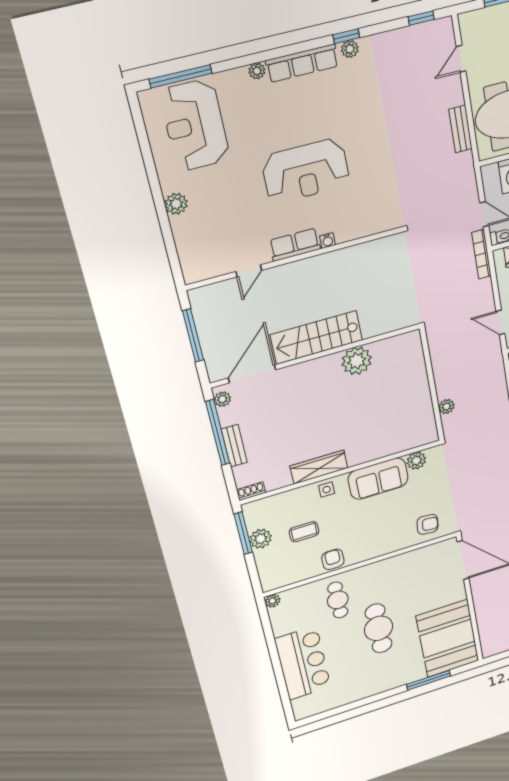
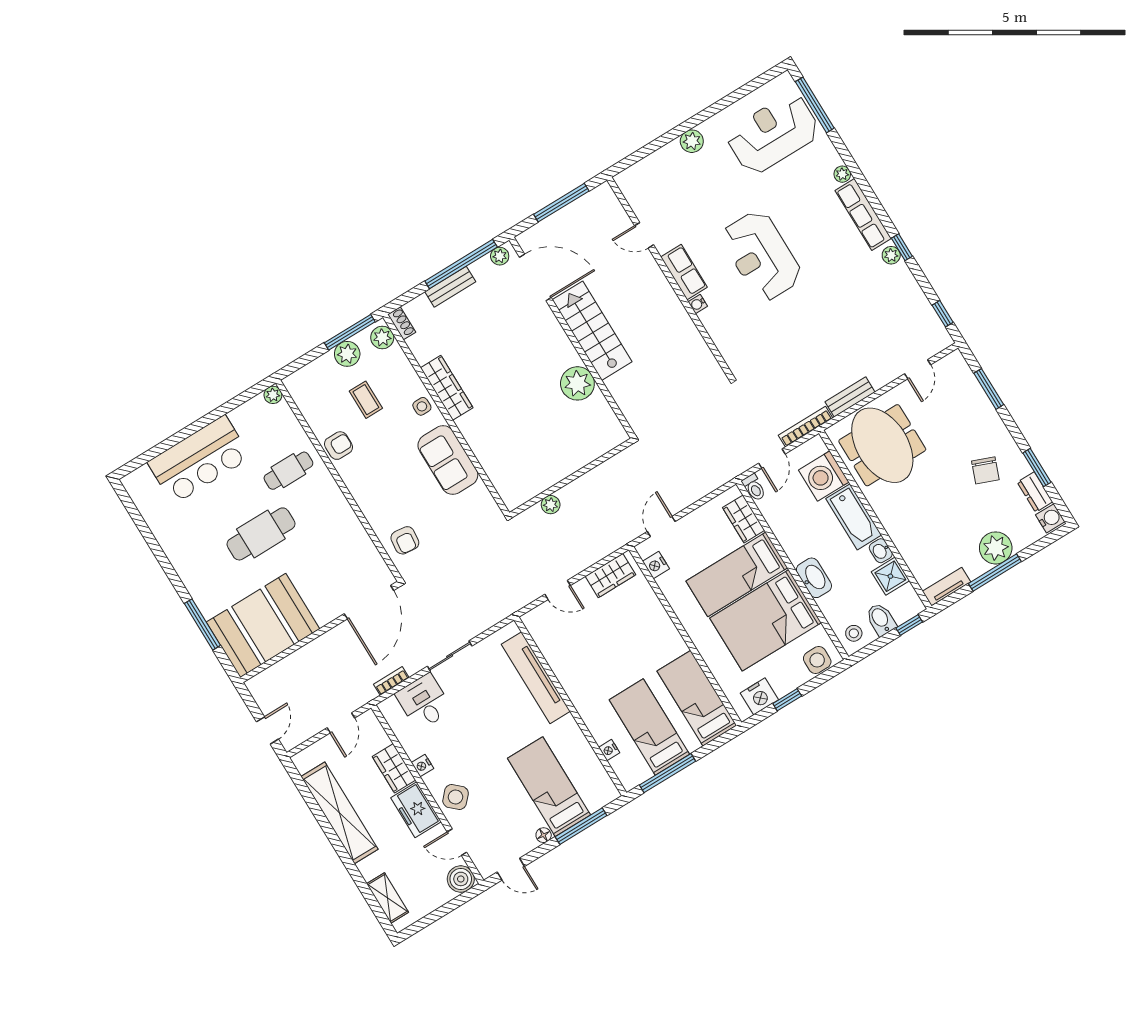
door: (461, 59) -> (918, 369), swing flipped
bookcase: (481, 254) -> (806, 427), moved
plant: (416, 461) -> (382, 337), moved

